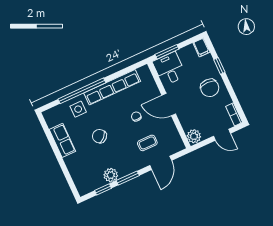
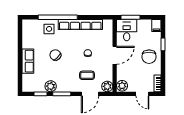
door: (169, 105) -> (115, 55), swing flipped
row of seats: (62, 140) -> (28, 61), moved
plant: (177, 145) -> (107, 86), added

